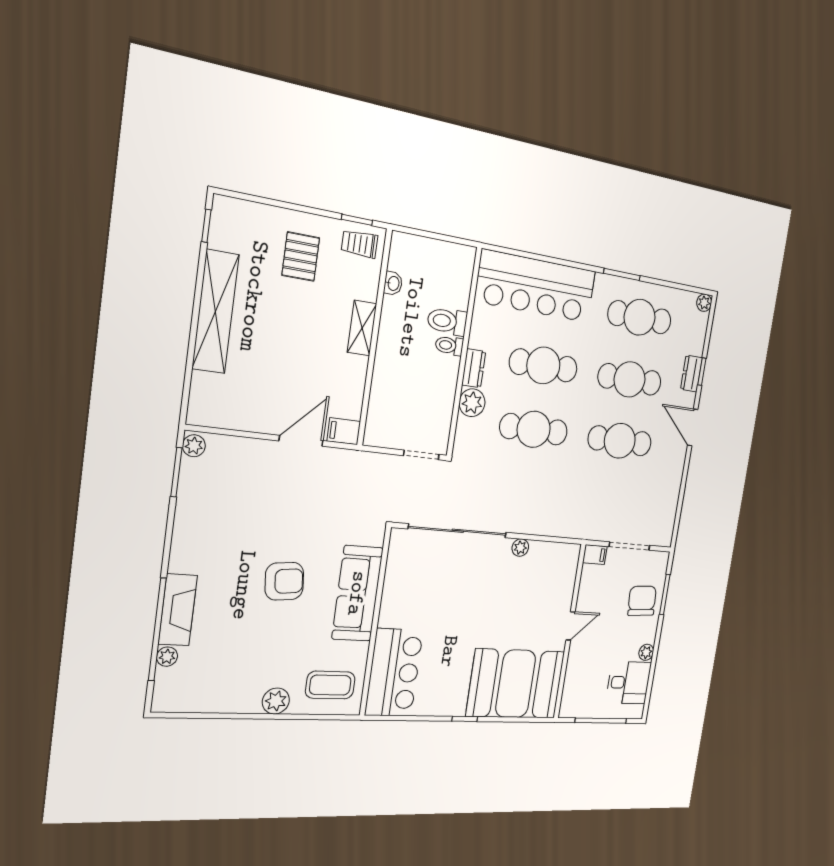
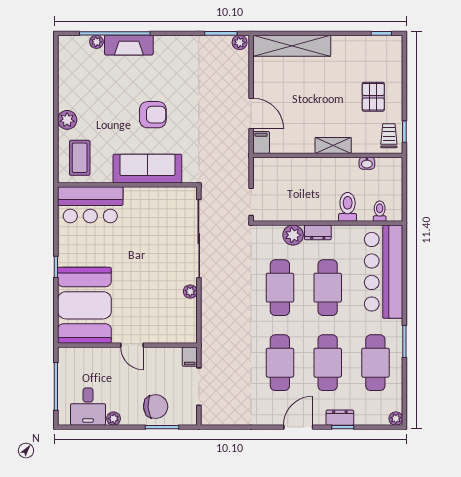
pallet: (301, 257) -> (373, 97), turned 90
shelving: (215, 312) -> (292, 46), moved
toilet: (449, 346) -> (380, 211), moved
armchair: (284, 581) -> (153, 115), turned -84

